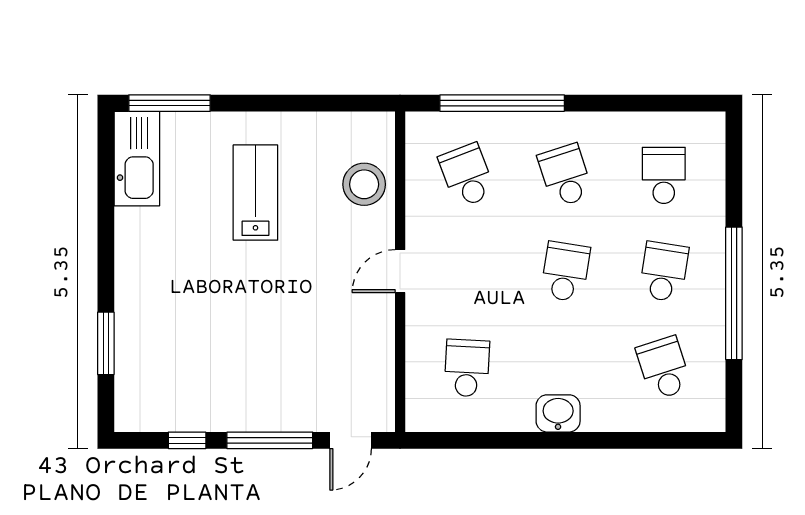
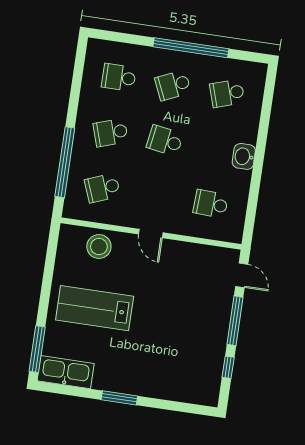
lab bench: (255, 193) -> (95, 308), width x1.36, depth x1.39
school desk: (664, 272) -> (173, 85), turned -33
window: (106, 343) -> (119, 398), moved

